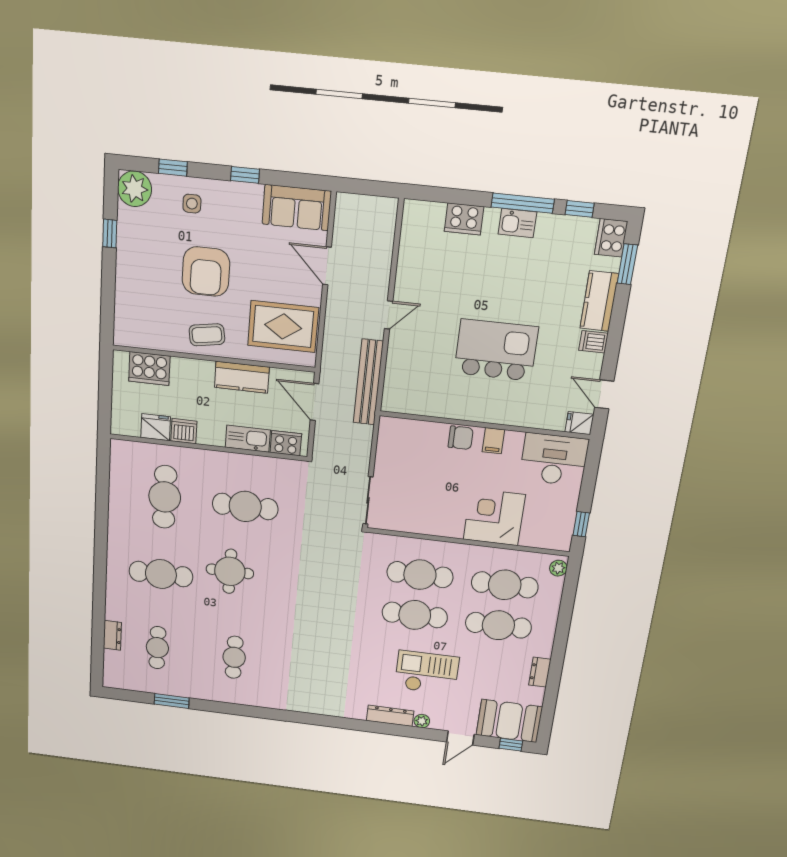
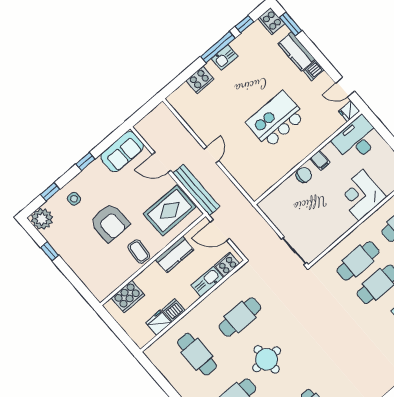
coffee table: (207, 335) -> (139, 252), turned -76
bench: (368, 382) -> (196, 190), moved

